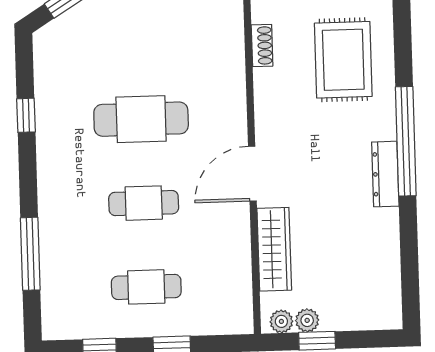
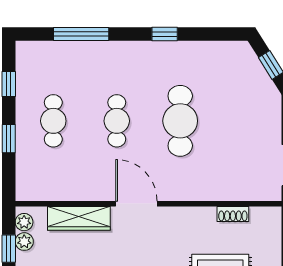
window: (26, 115) -> (165, 34), moved

